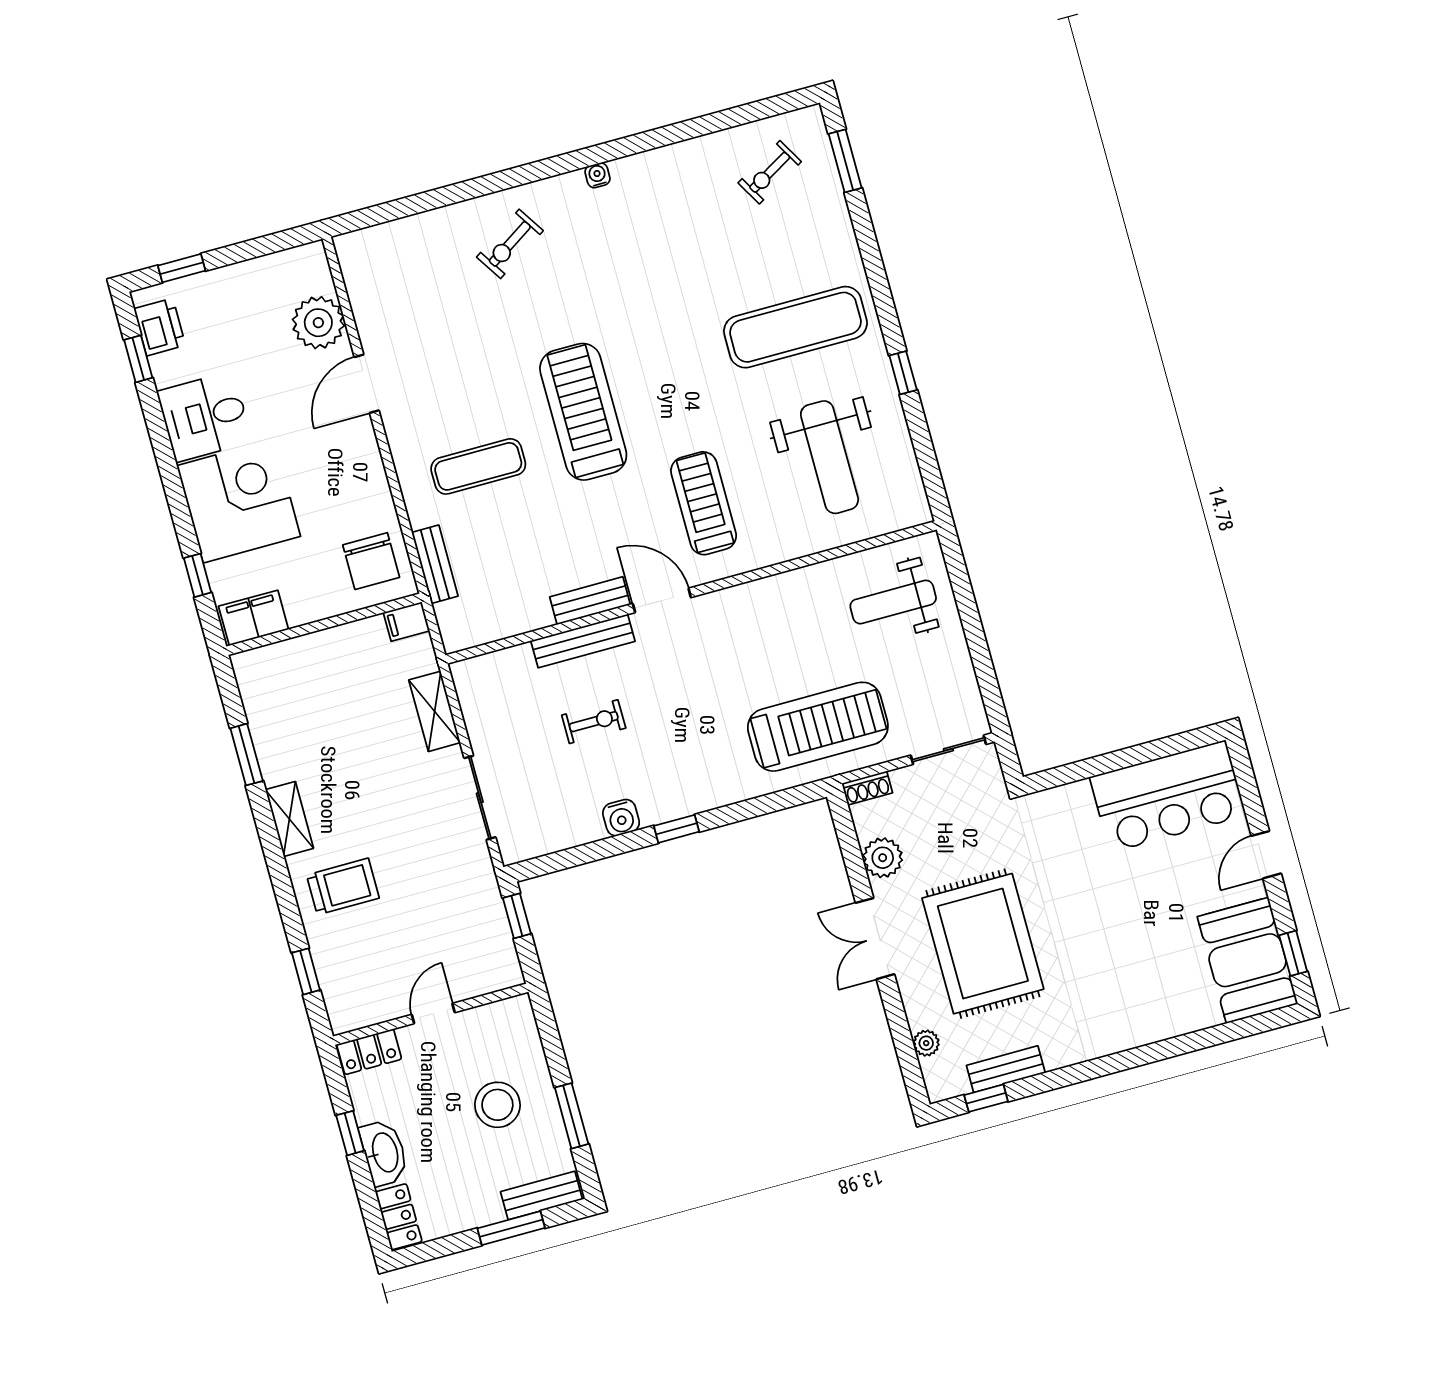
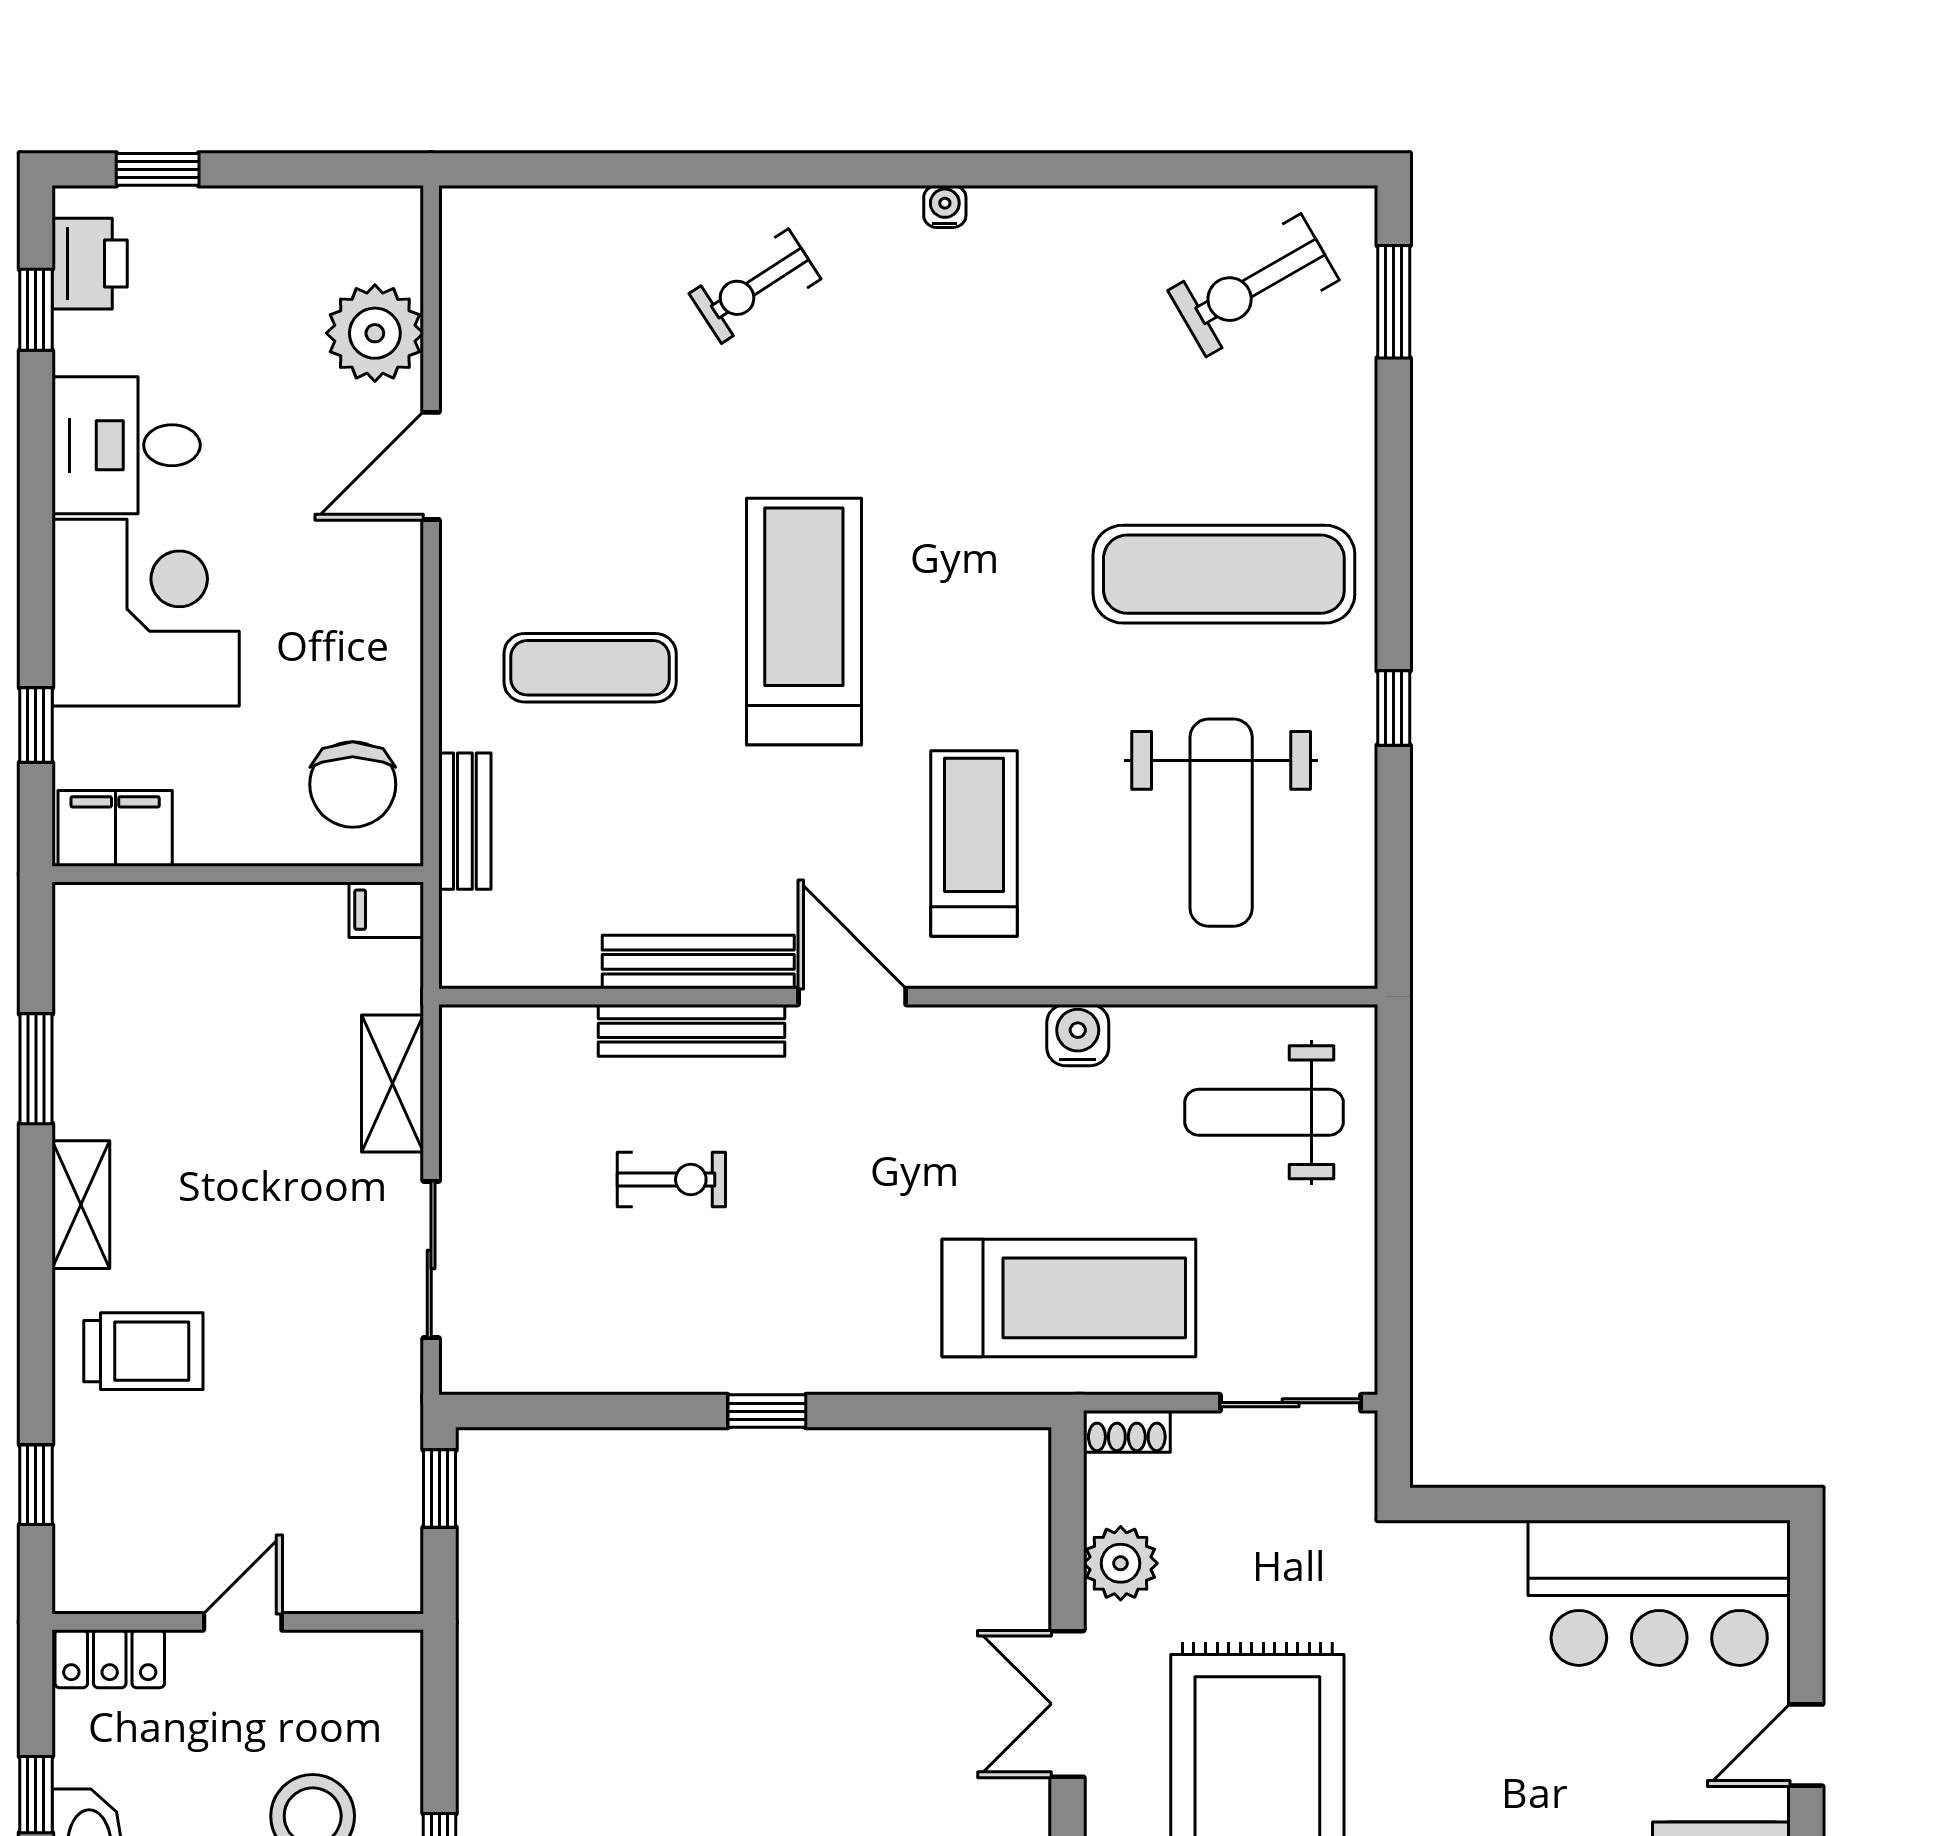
exercise bike: (770, 172) -> (1254, 285), width x1.38, depth x1.39
bench: (590, 601) -> (698, 962), width x1.36
water cooler: (621, 818) -> (1078, 1035), moved, turned 180

